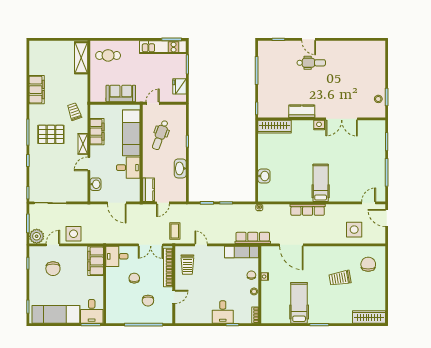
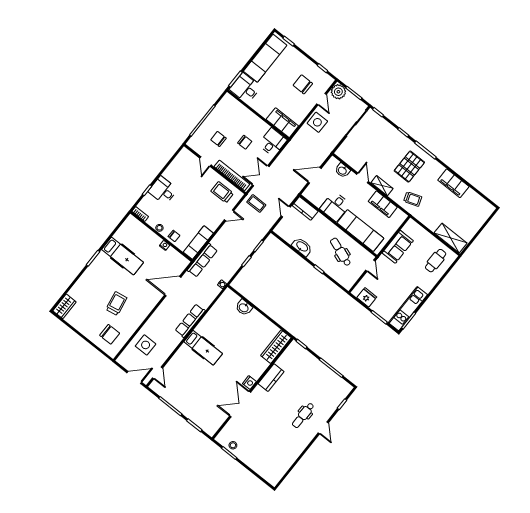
door: (309, 39) -> (323, 428), swing flipped
wardrobe: (369, 317) -> (64, 306), width x0.67

